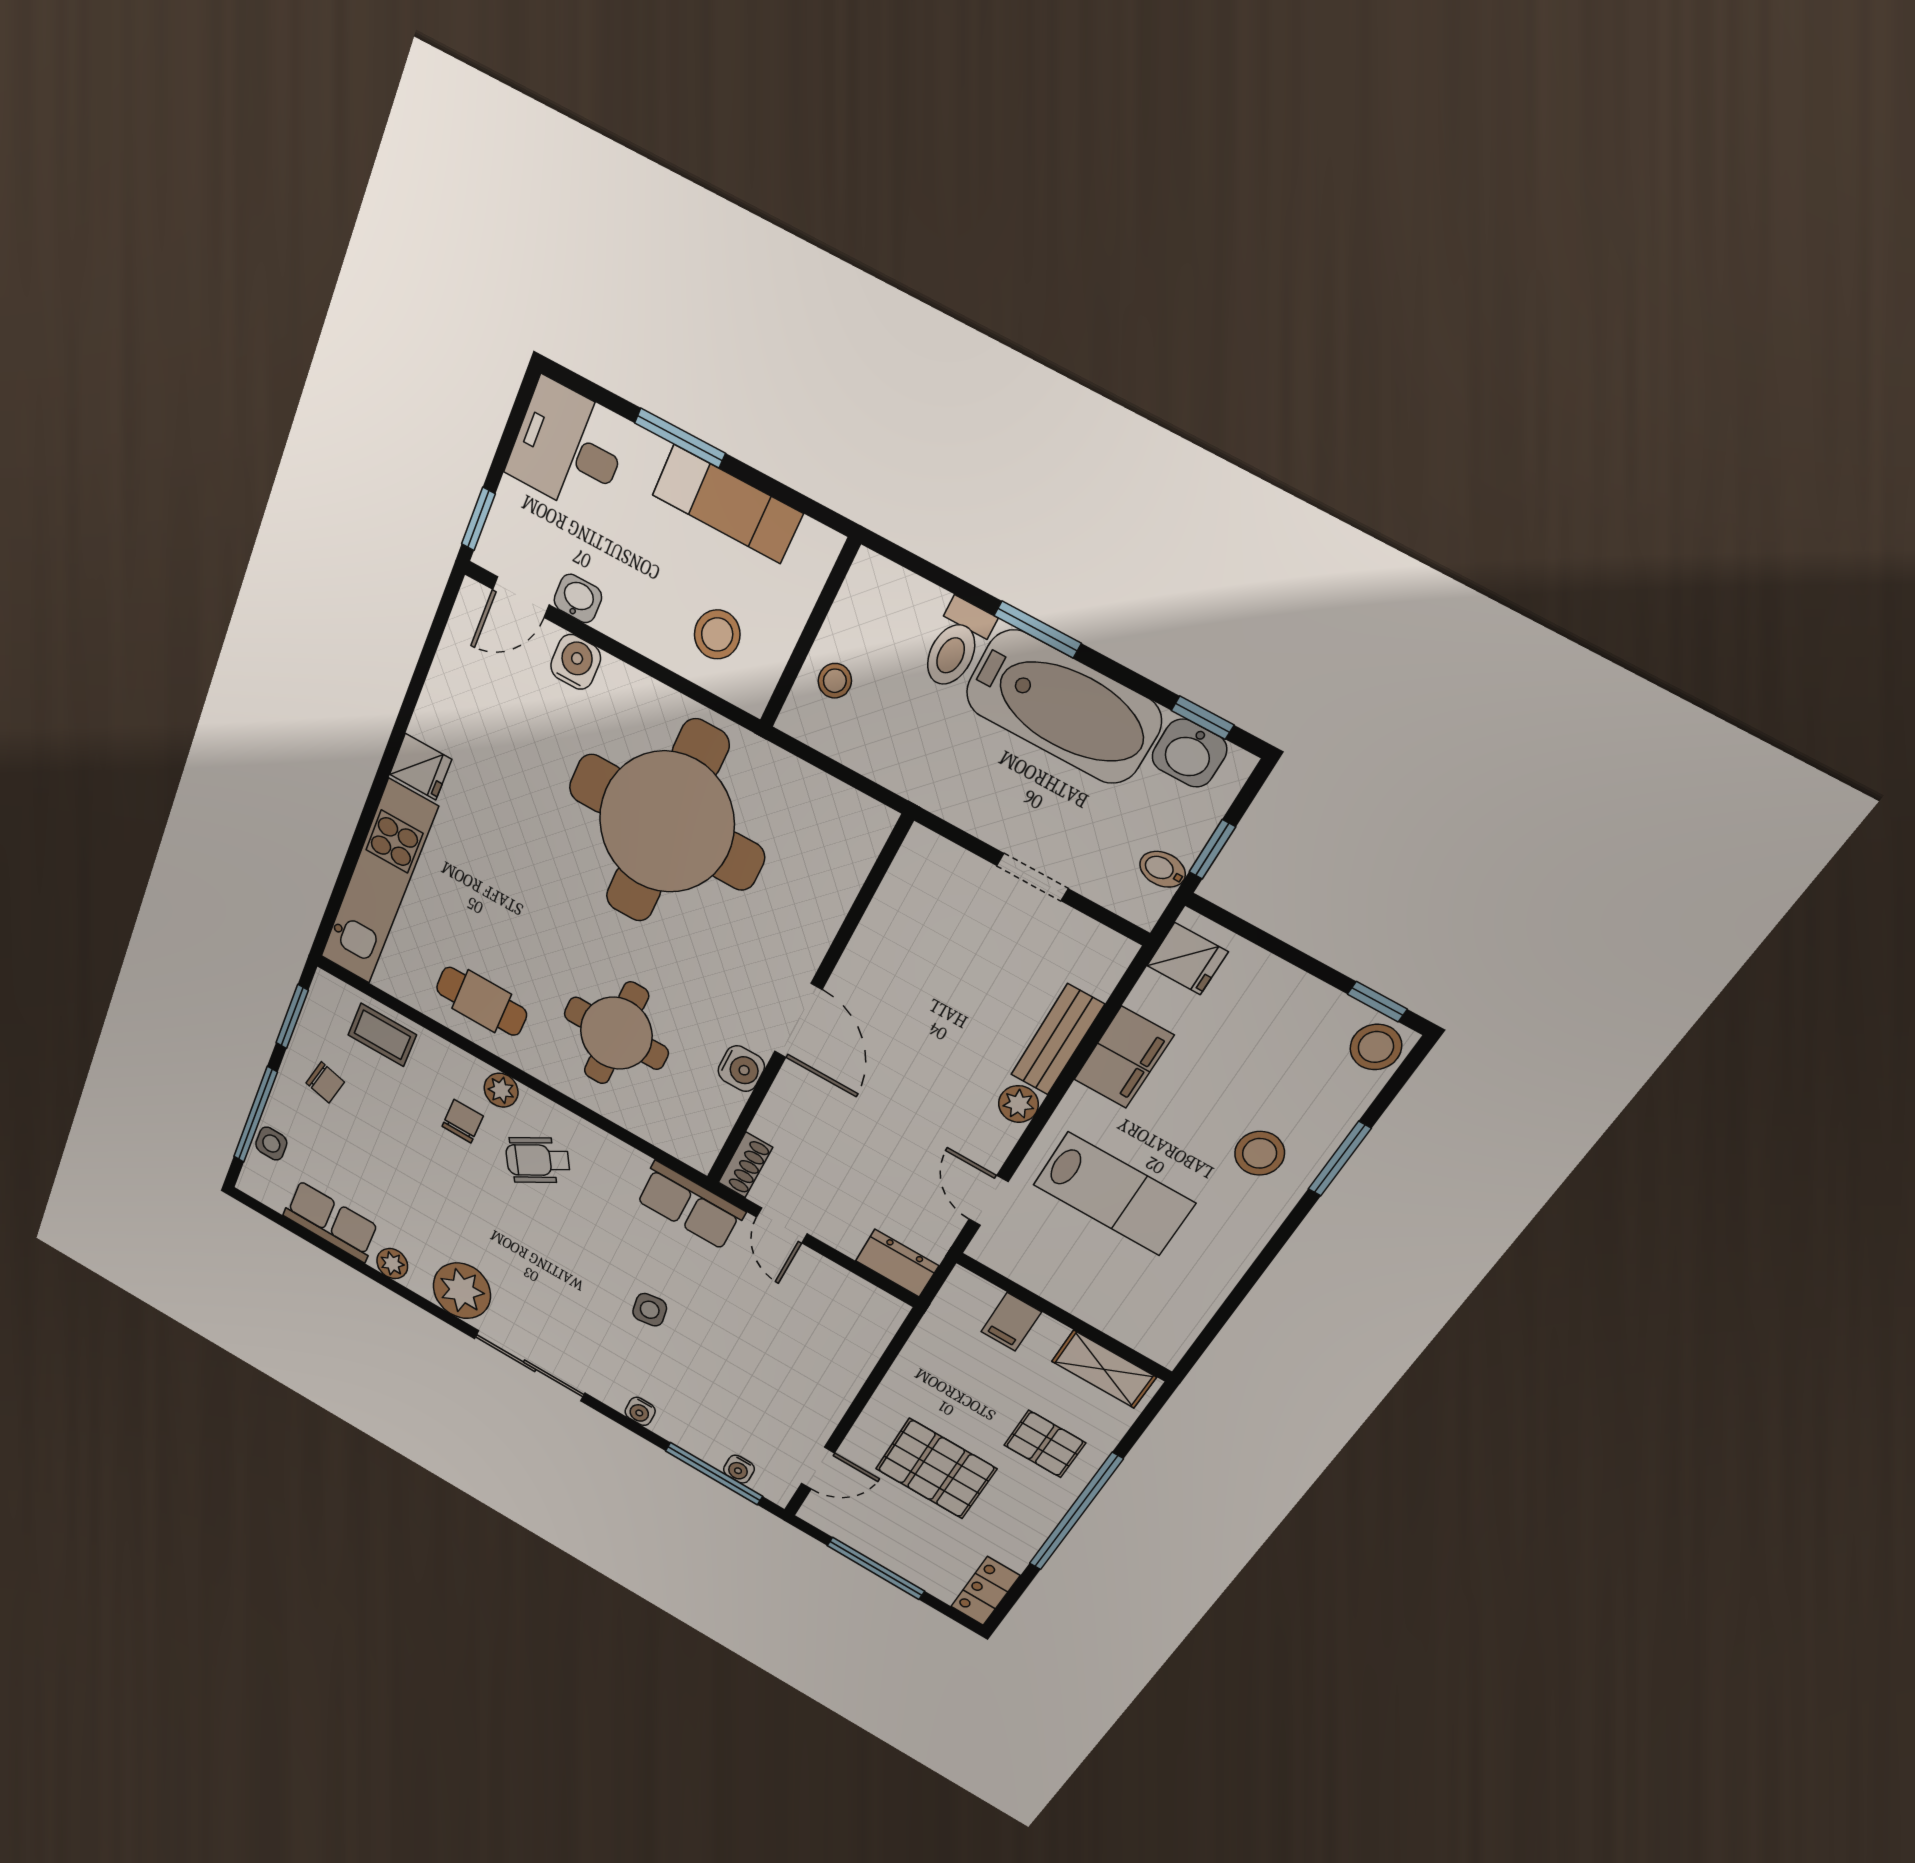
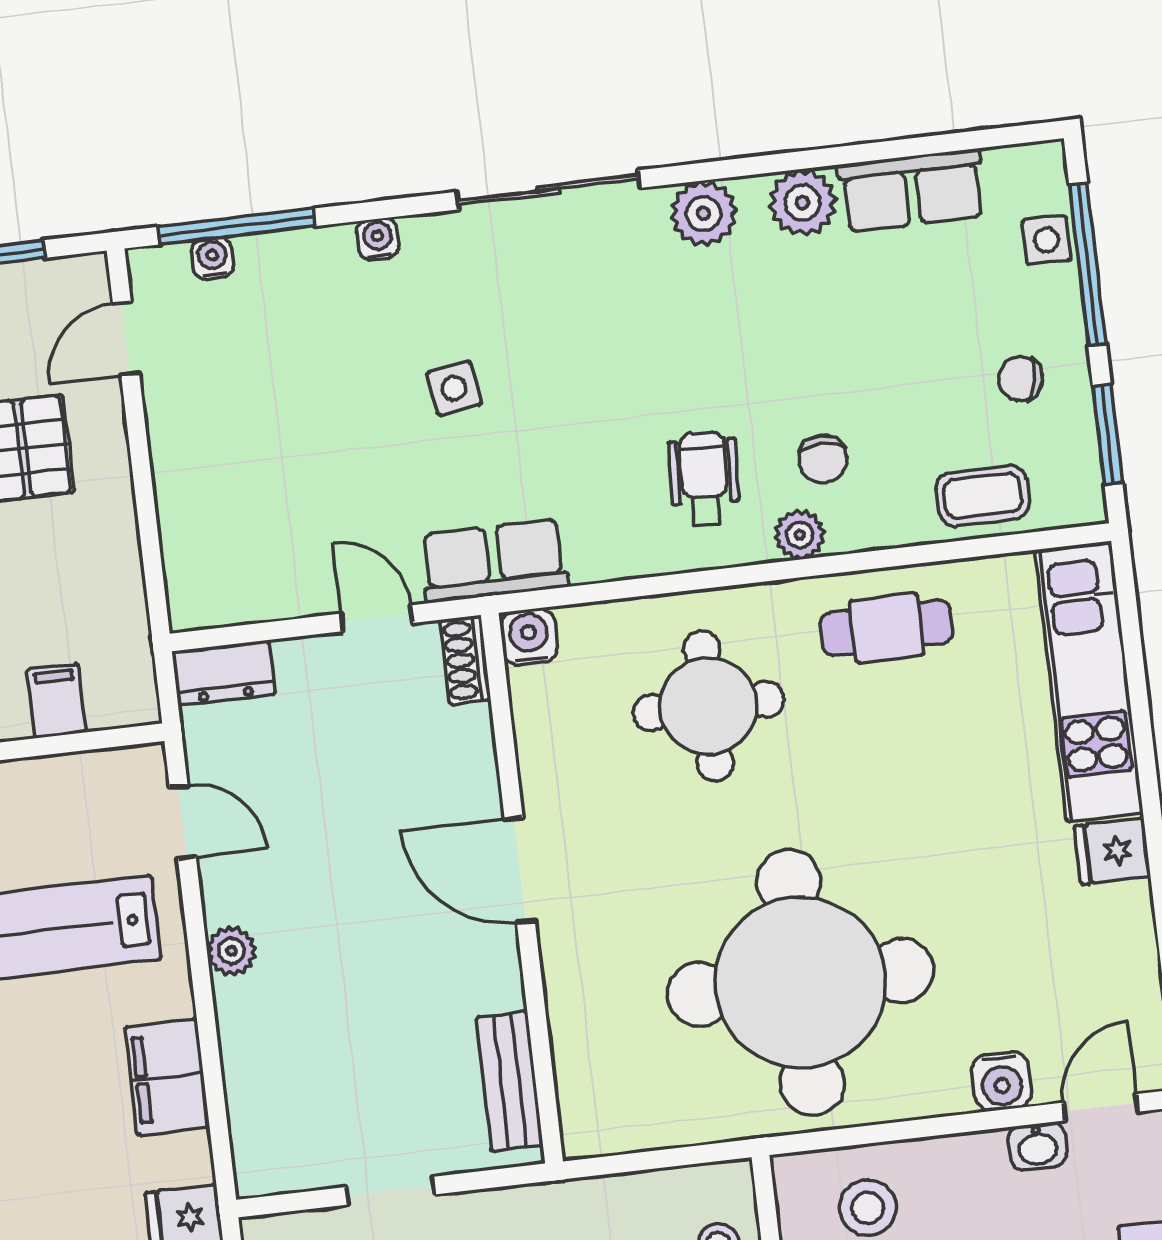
bench: (1057, 1040) -> (510, 1081), moved
water cooler: (741, 1069) -> (529, 637), moved, turned 90
wheelchair: (538, 1160) -> (704, 479), turned -56
plant: (392, 1264) -> (803, 203), width x1.38, depth x1.38
plant: (462, 1291) -> (704, 214), width x0.73, depth x0.73

